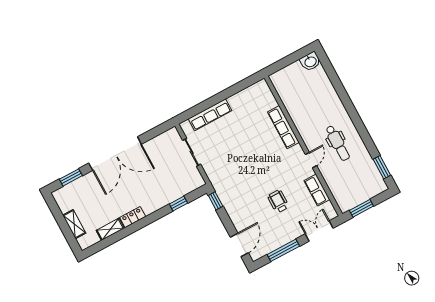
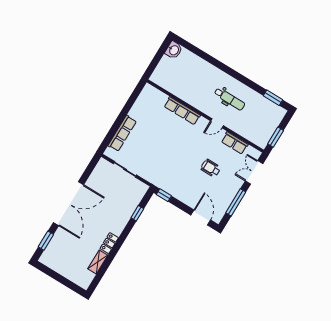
door: (311, 160) -> (217, 123), swing flipped
shelving: (74, 224) -> (69, 274), removed

